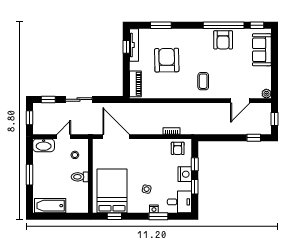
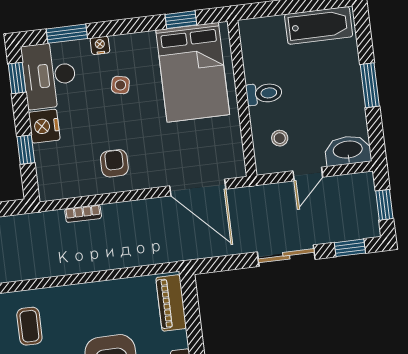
armchair: (178, 148) -> (114, 163), moved
window: (195, 187) -> (17, 78), moved
desk: (179, 202) -> (49, 75), width x1.37
window: (158, 216) -> (67, 34), moved

